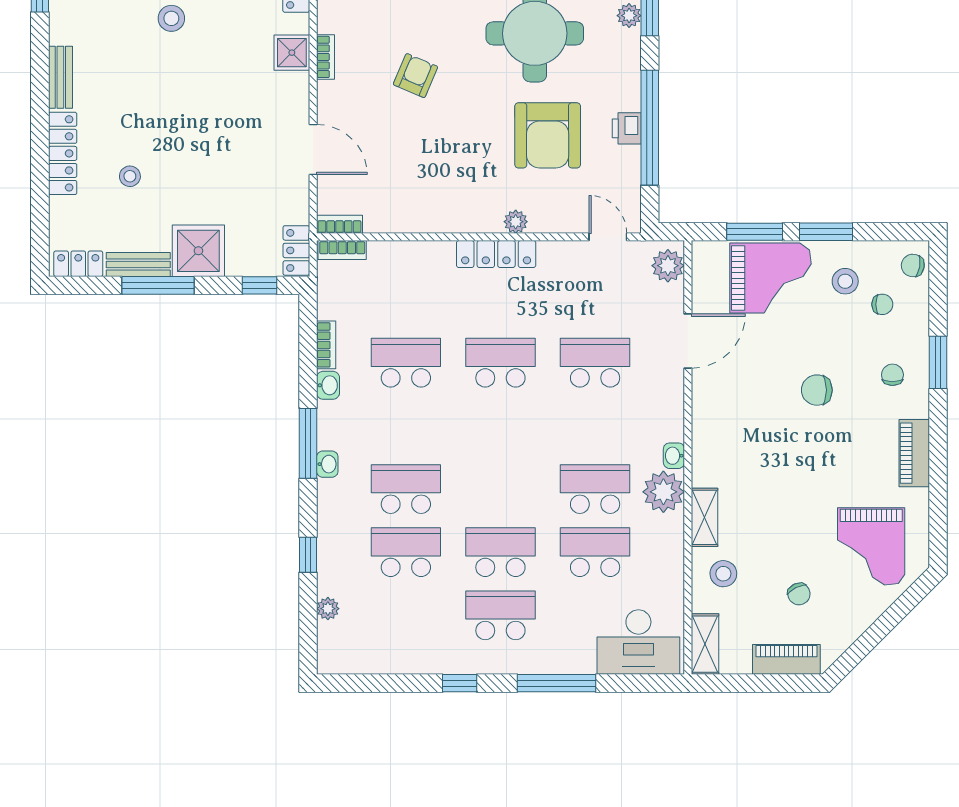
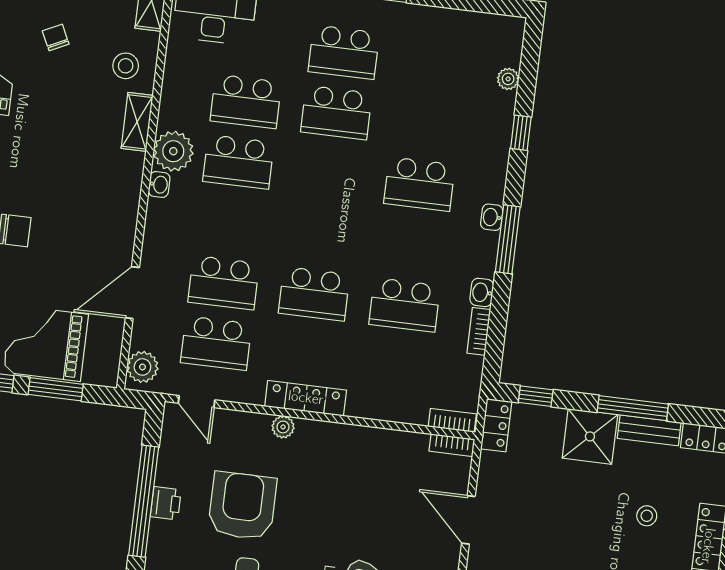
school desk: (406, 552) -> (216, 343), moved

